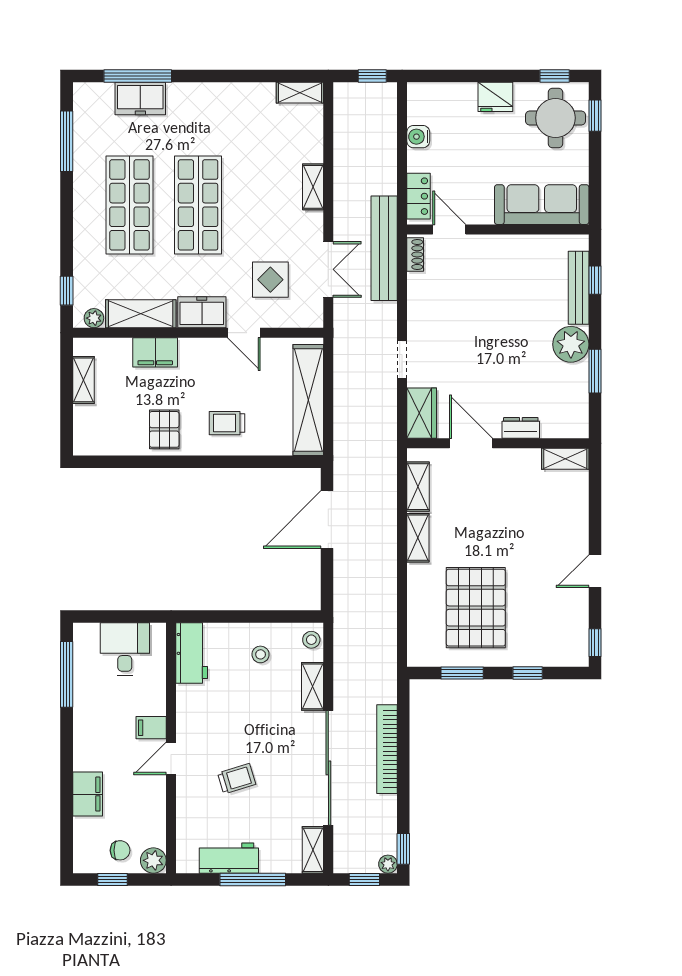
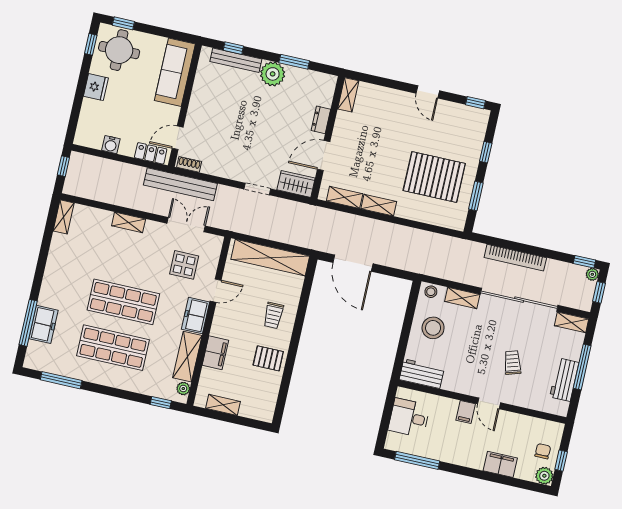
stool: (261, 654) -> (433, 328), width x1.89, depth x1.89
plant: (153, 860) -> (544, 476), moved

